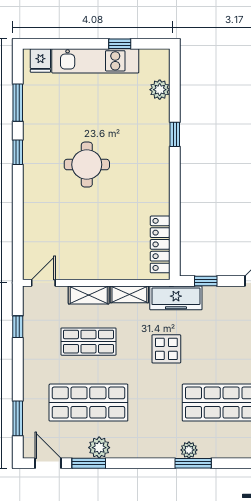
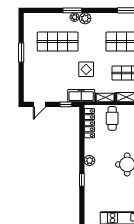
plant: (160, 90) -> (90, 161), moved
cafe table: (116, 254) -> (112, 118), added
plant: (99, 448) -> (85, 18), moved

